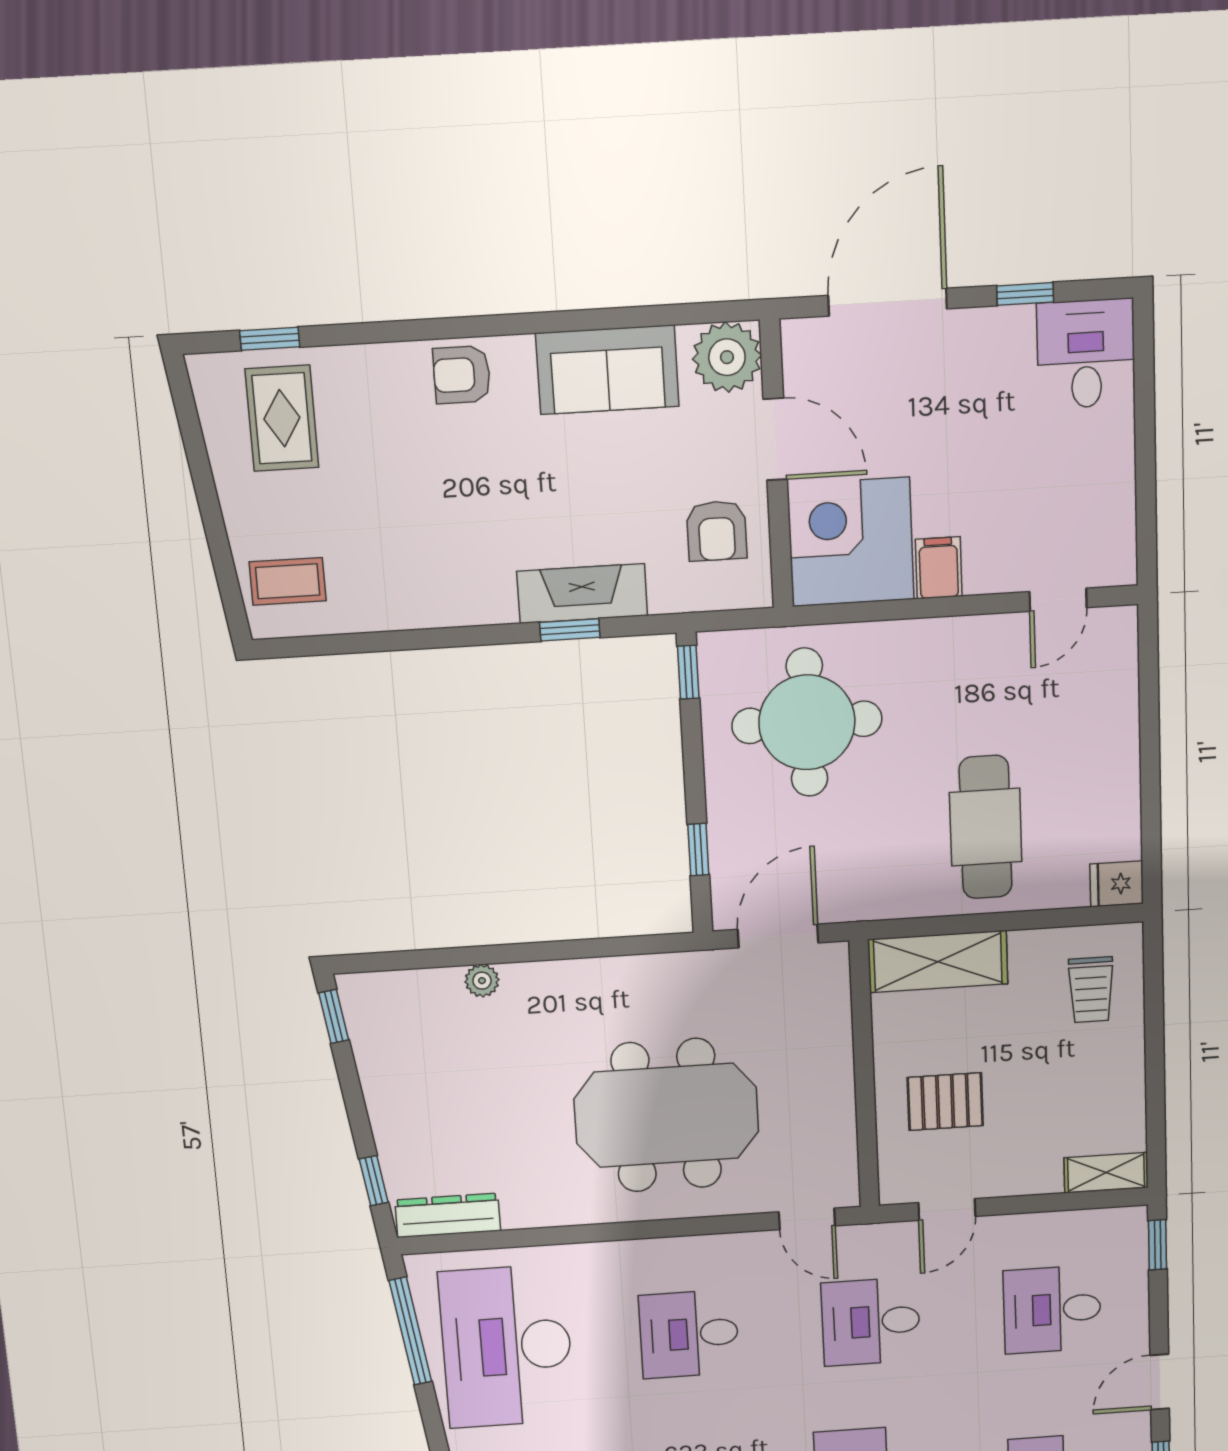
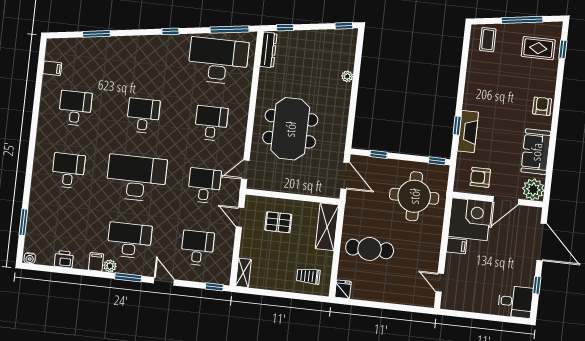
window: (204, 485) -> (522, 20), added
pallet: (945, 1102) -> (278, 222), turned 90

